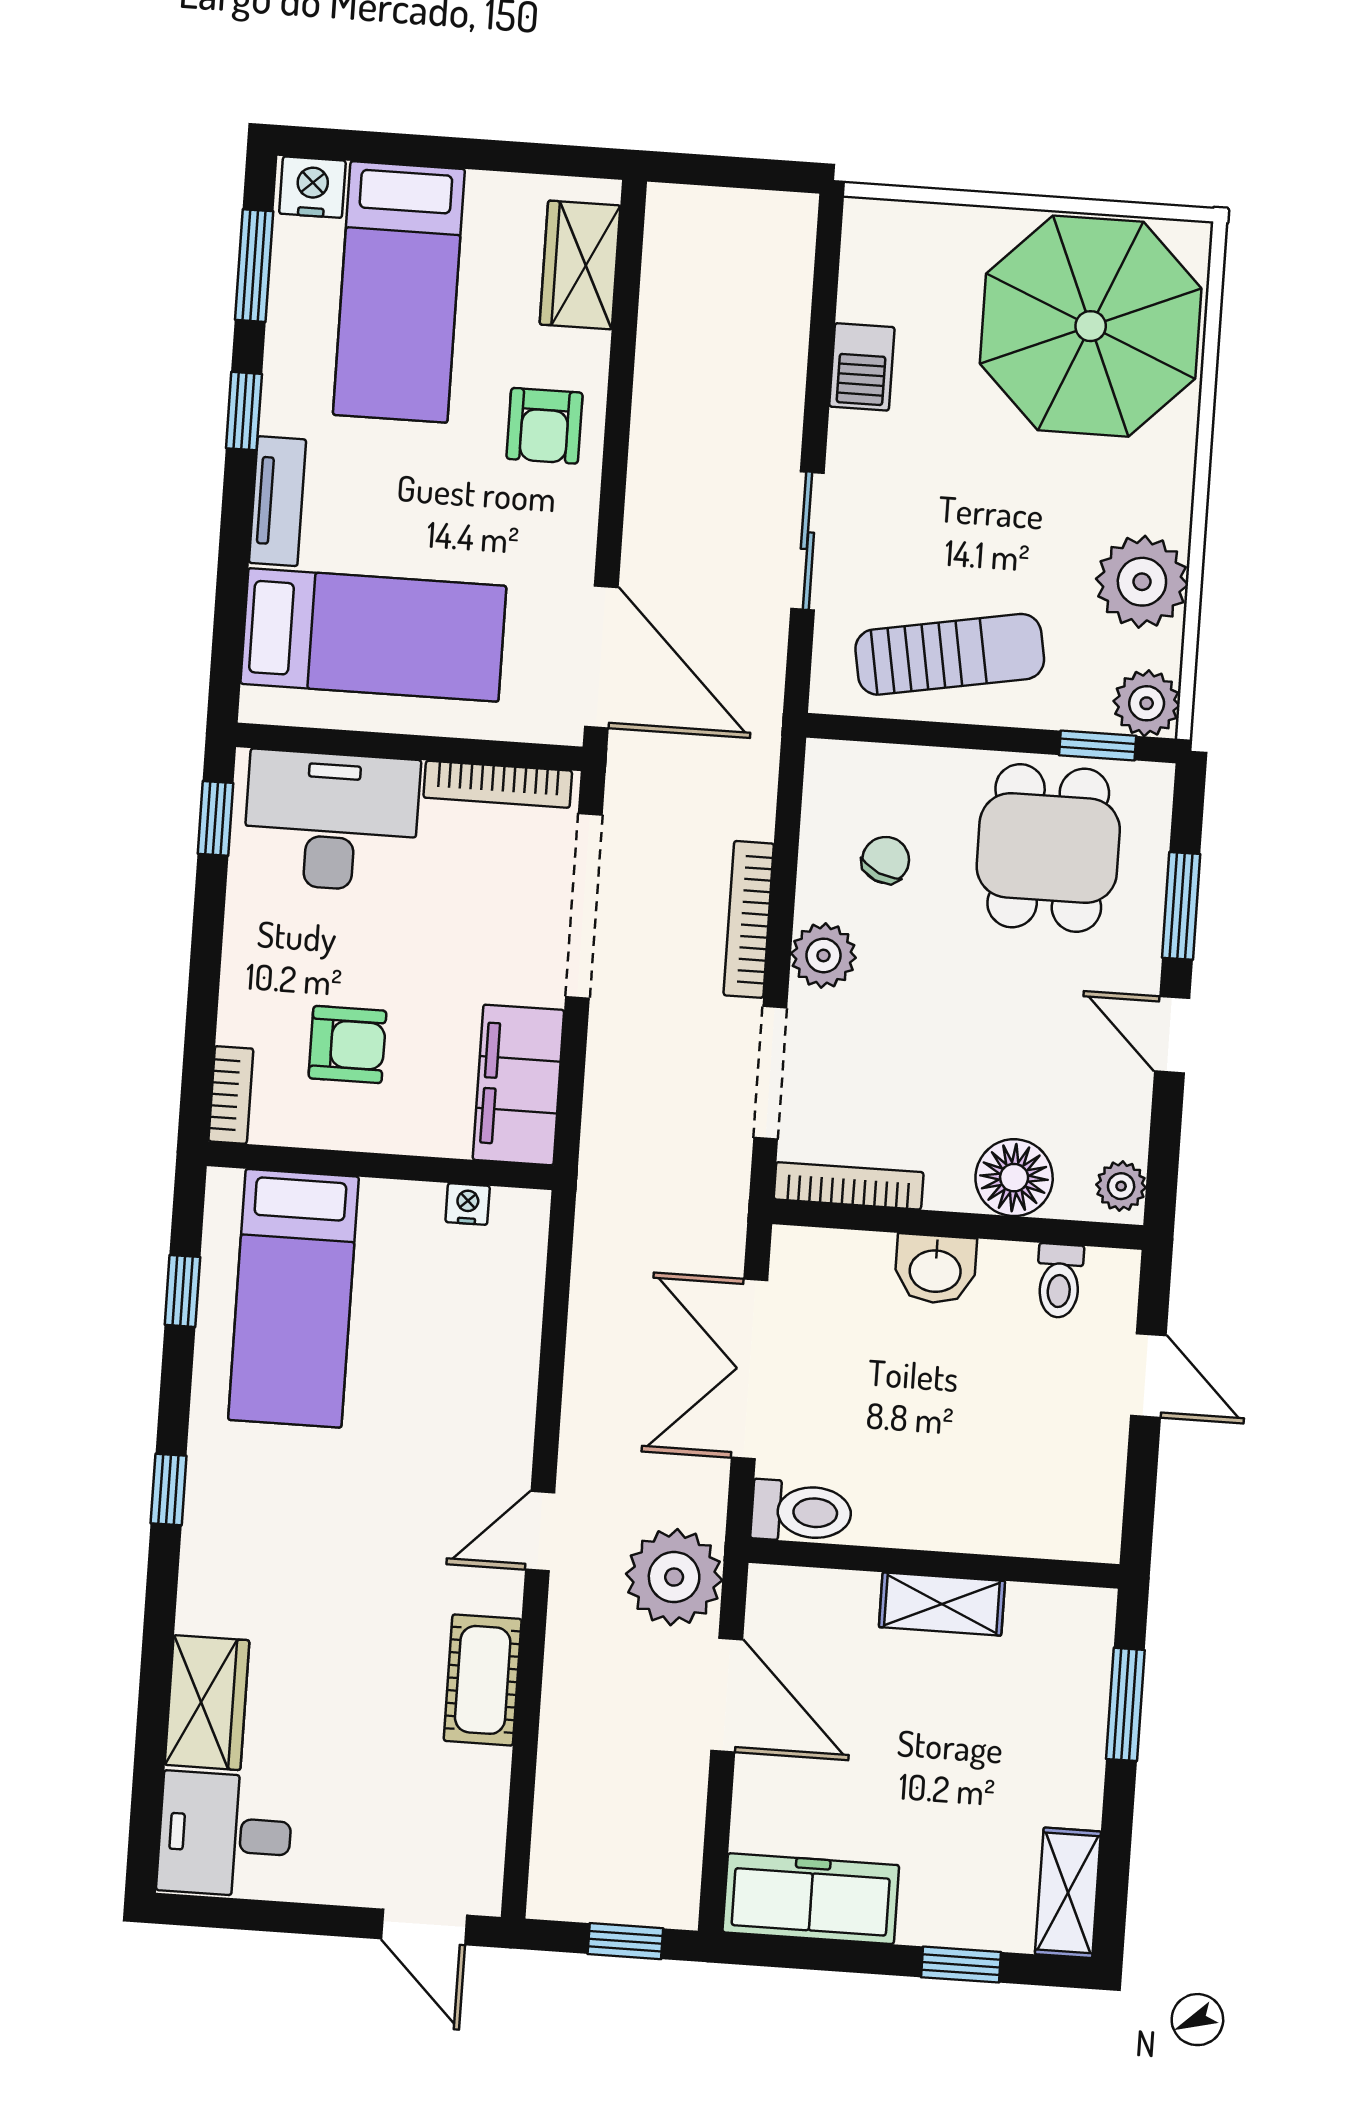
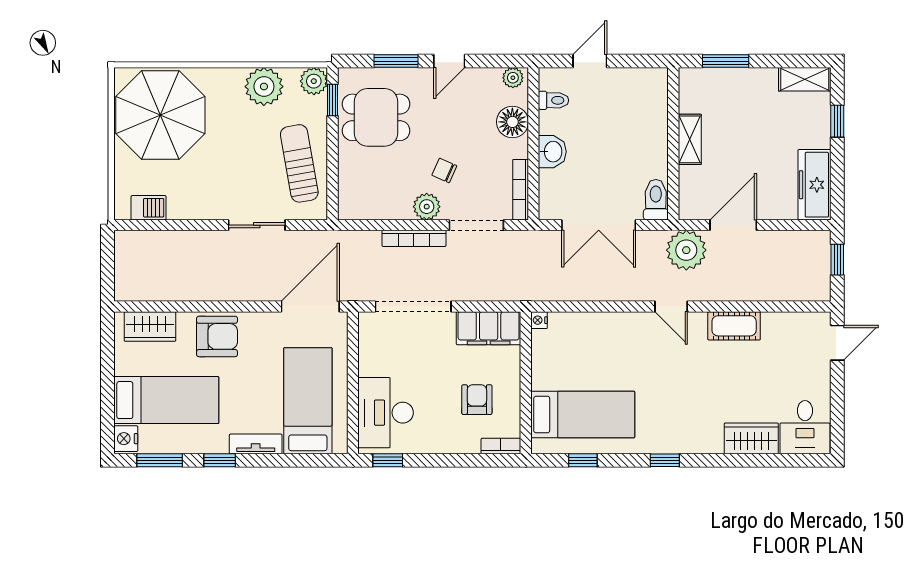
barbecue: (862, 367) -> (149, 208), moved
armchair: (544, 426) -> (217, 336), width x1.38, depth x1.38
bookcase: (498, 784) -> (366, 345), removed
chair: (886, 860) -> (444, 170), moved
nightstand: (468, 1204) -> (539, 320), moved

